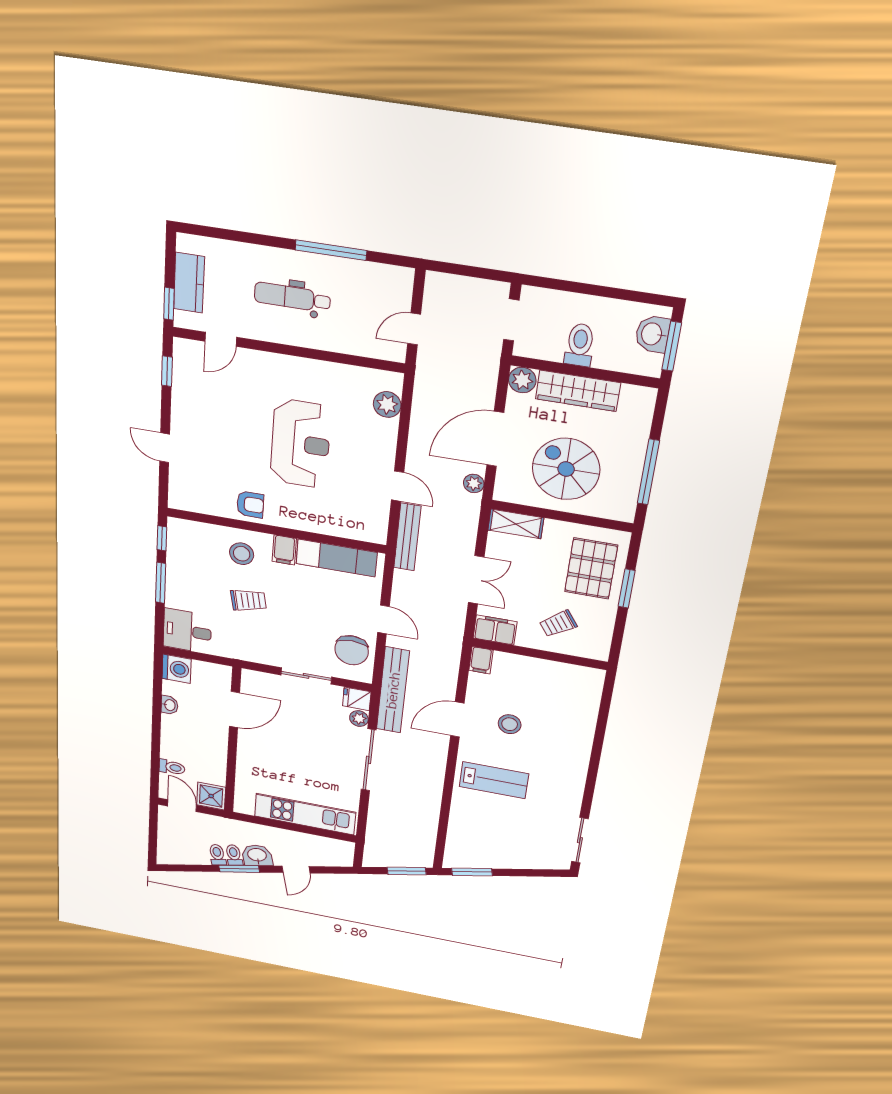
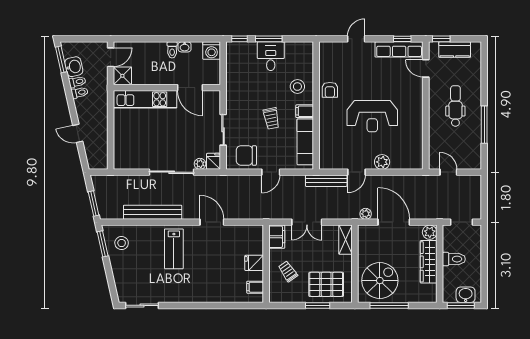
row of seats: (185, 380) -> (399, 49), added
plant: (387, 404) -> (382, 162), moved
spiral stairs: (566, 469) -> (380, 281), moved
window: (162, 538) -> (239, 39), moved
trolley: (248, 600) -> (271, 118), moved
desk: (187, 631) -> (271, 56), moved
filing cabinet: (481, 660) -> (255, 287), moved
fridge: (535, 671) -> (254, 263), added
bench: (393, 690) -> (153, 212), moved
stool: (510, 724) -> (122, 243), moved
toilet: (172, 767) -> (172, 50), moved
kitchen unit: (305, 814) -> (145, 99), moved, turned 90
washbasin: (257, 855) -> (74, 67), moved
window: (239, 869) -> (61, 59), moved

